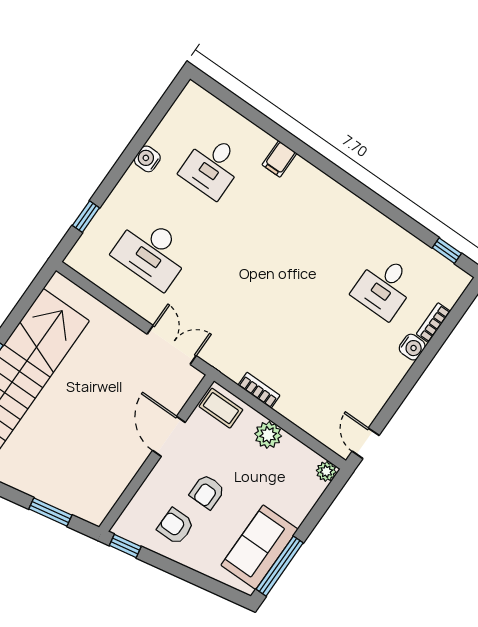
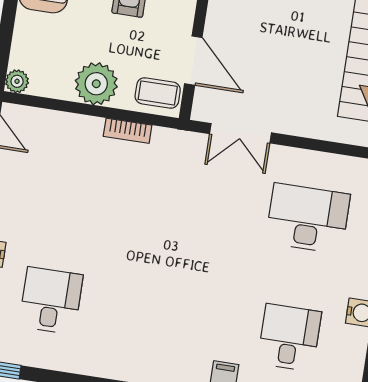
plant: (268, 435) -> (96, 84), width x1.36, depth x1.36
door: (169, 436) -> (193, 61), moved

